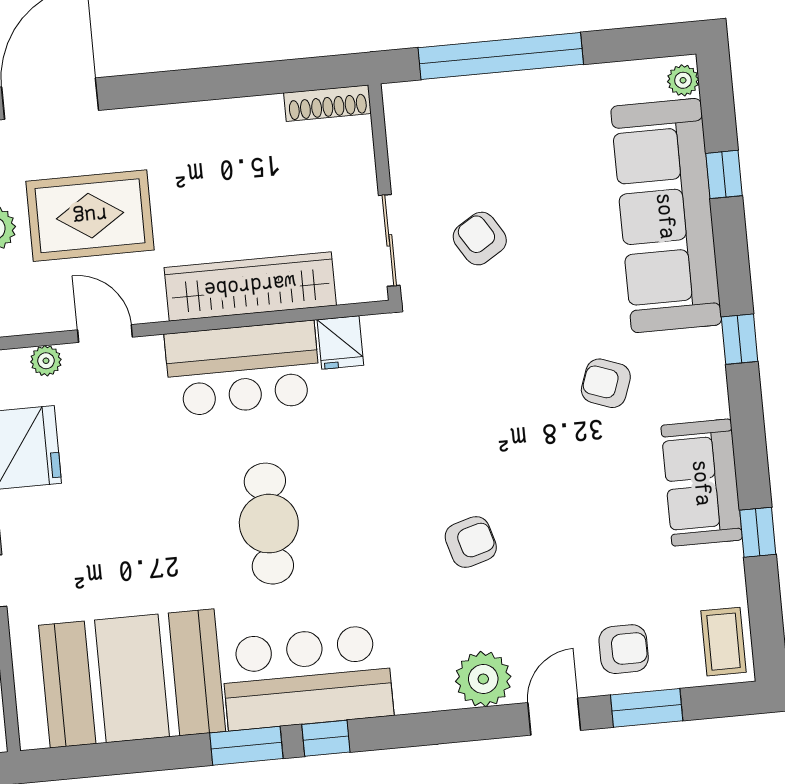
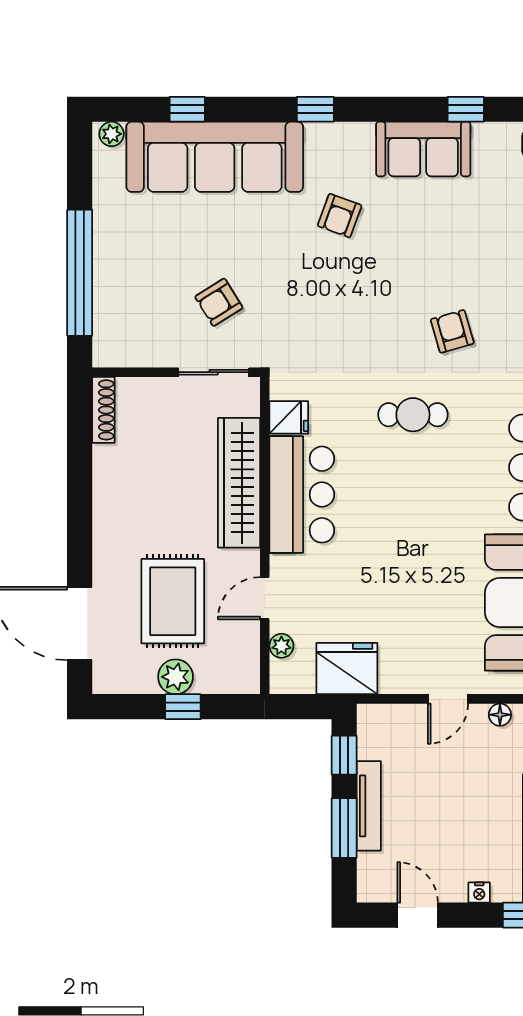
cafe table: (269, 524) -> (413, 415), moved, width x0.73, depth x0.74

